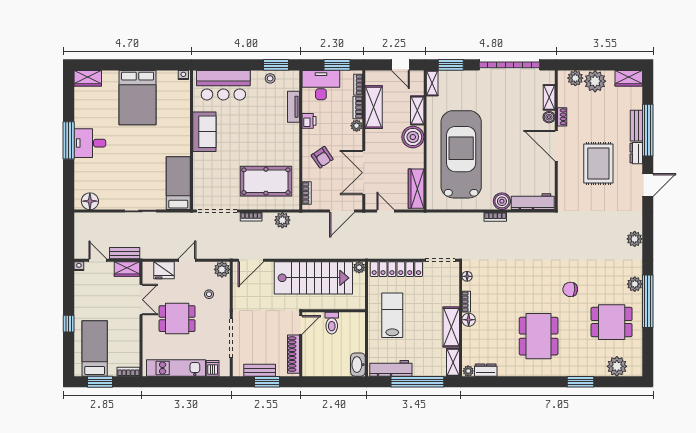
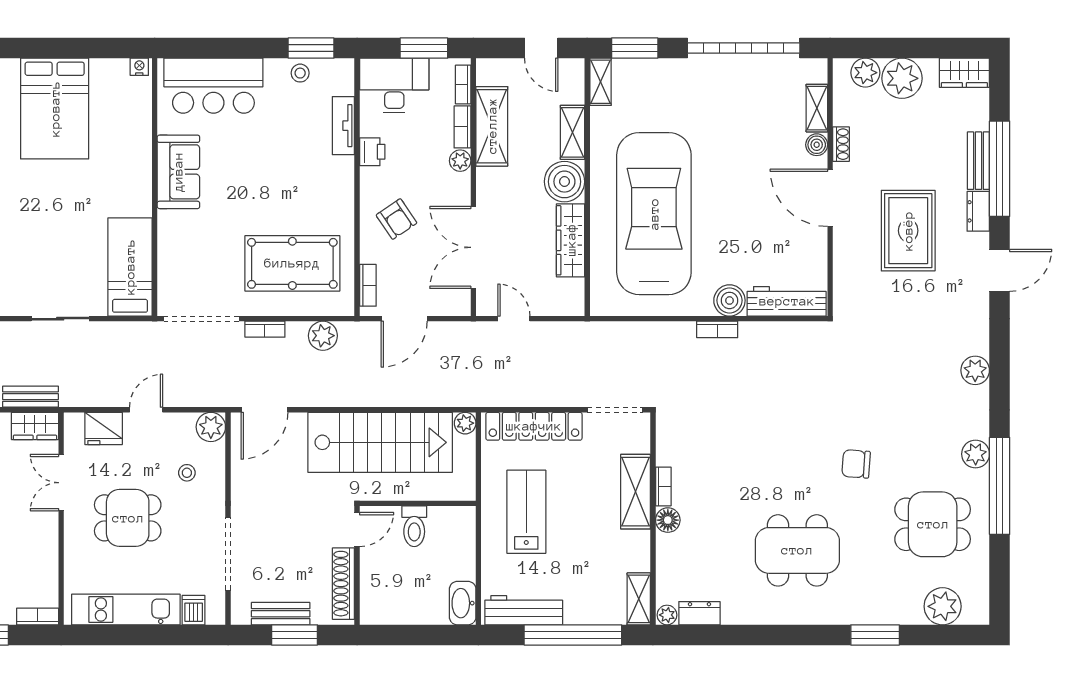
wardrobe: (416, 189) -> (571, 240), moved
door: (342, 211) -> (404, 319), moved
floor lamp: (467, 276) -> (665, 440), removed
double door: (141, 300) -> (61, 483), swing flipped
shelving: (451, 327) -> (636, 492), moved
dining table: (539, 336) -> (797, 550), turned 90

